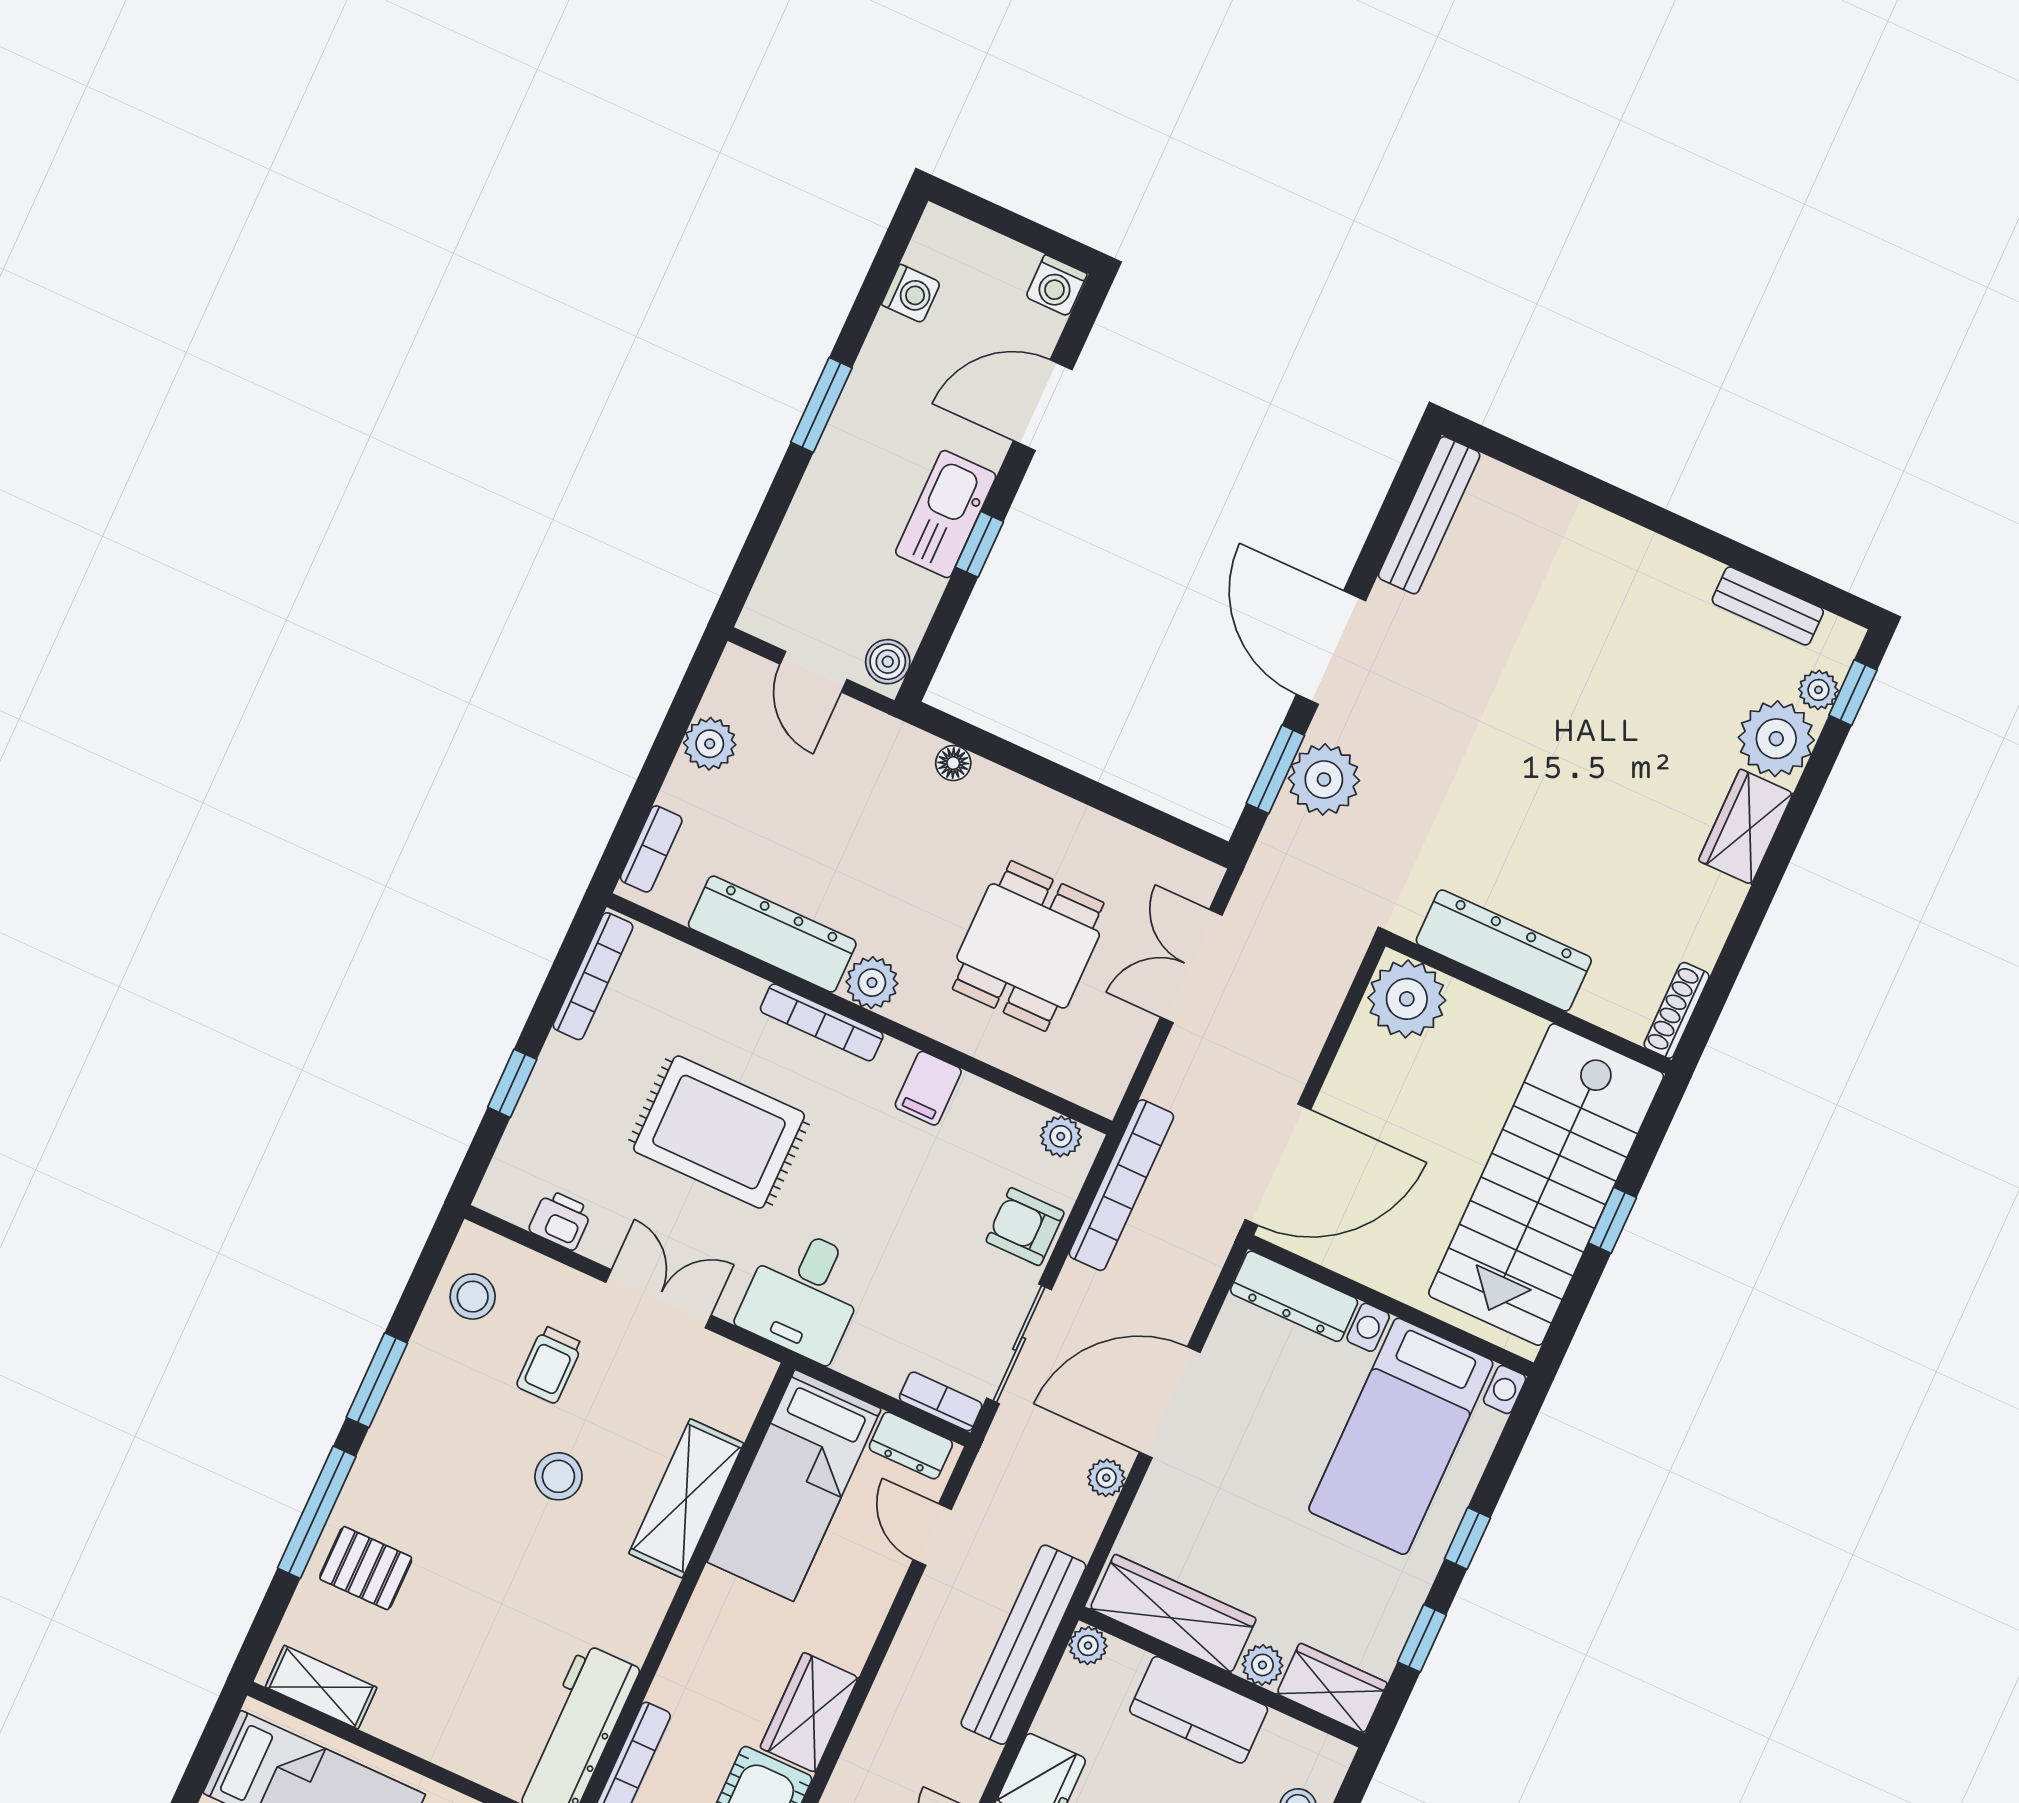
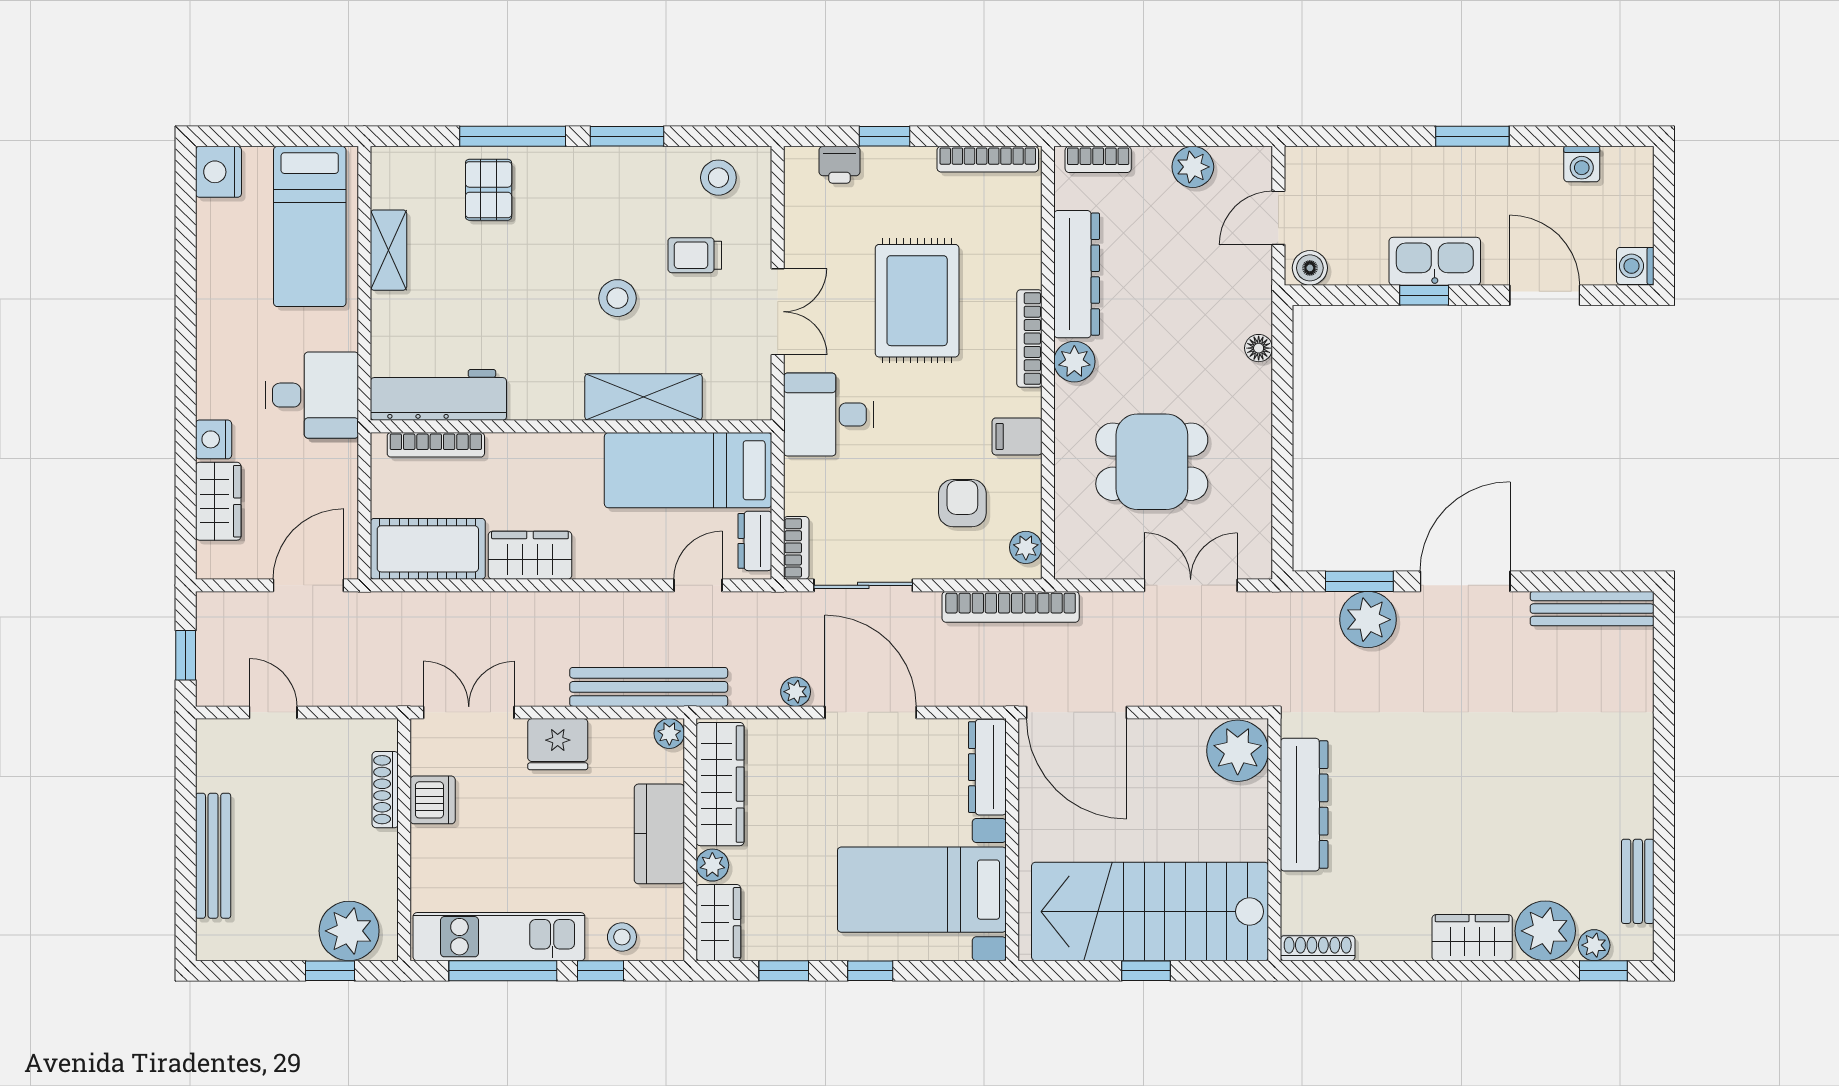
printer: (561, 1220) -> (840, 165), moved, turned 90
armchair: (1025, 1227) -> (962, 503), moved
shelving: (321, 1687) -> (389, 250), moved

